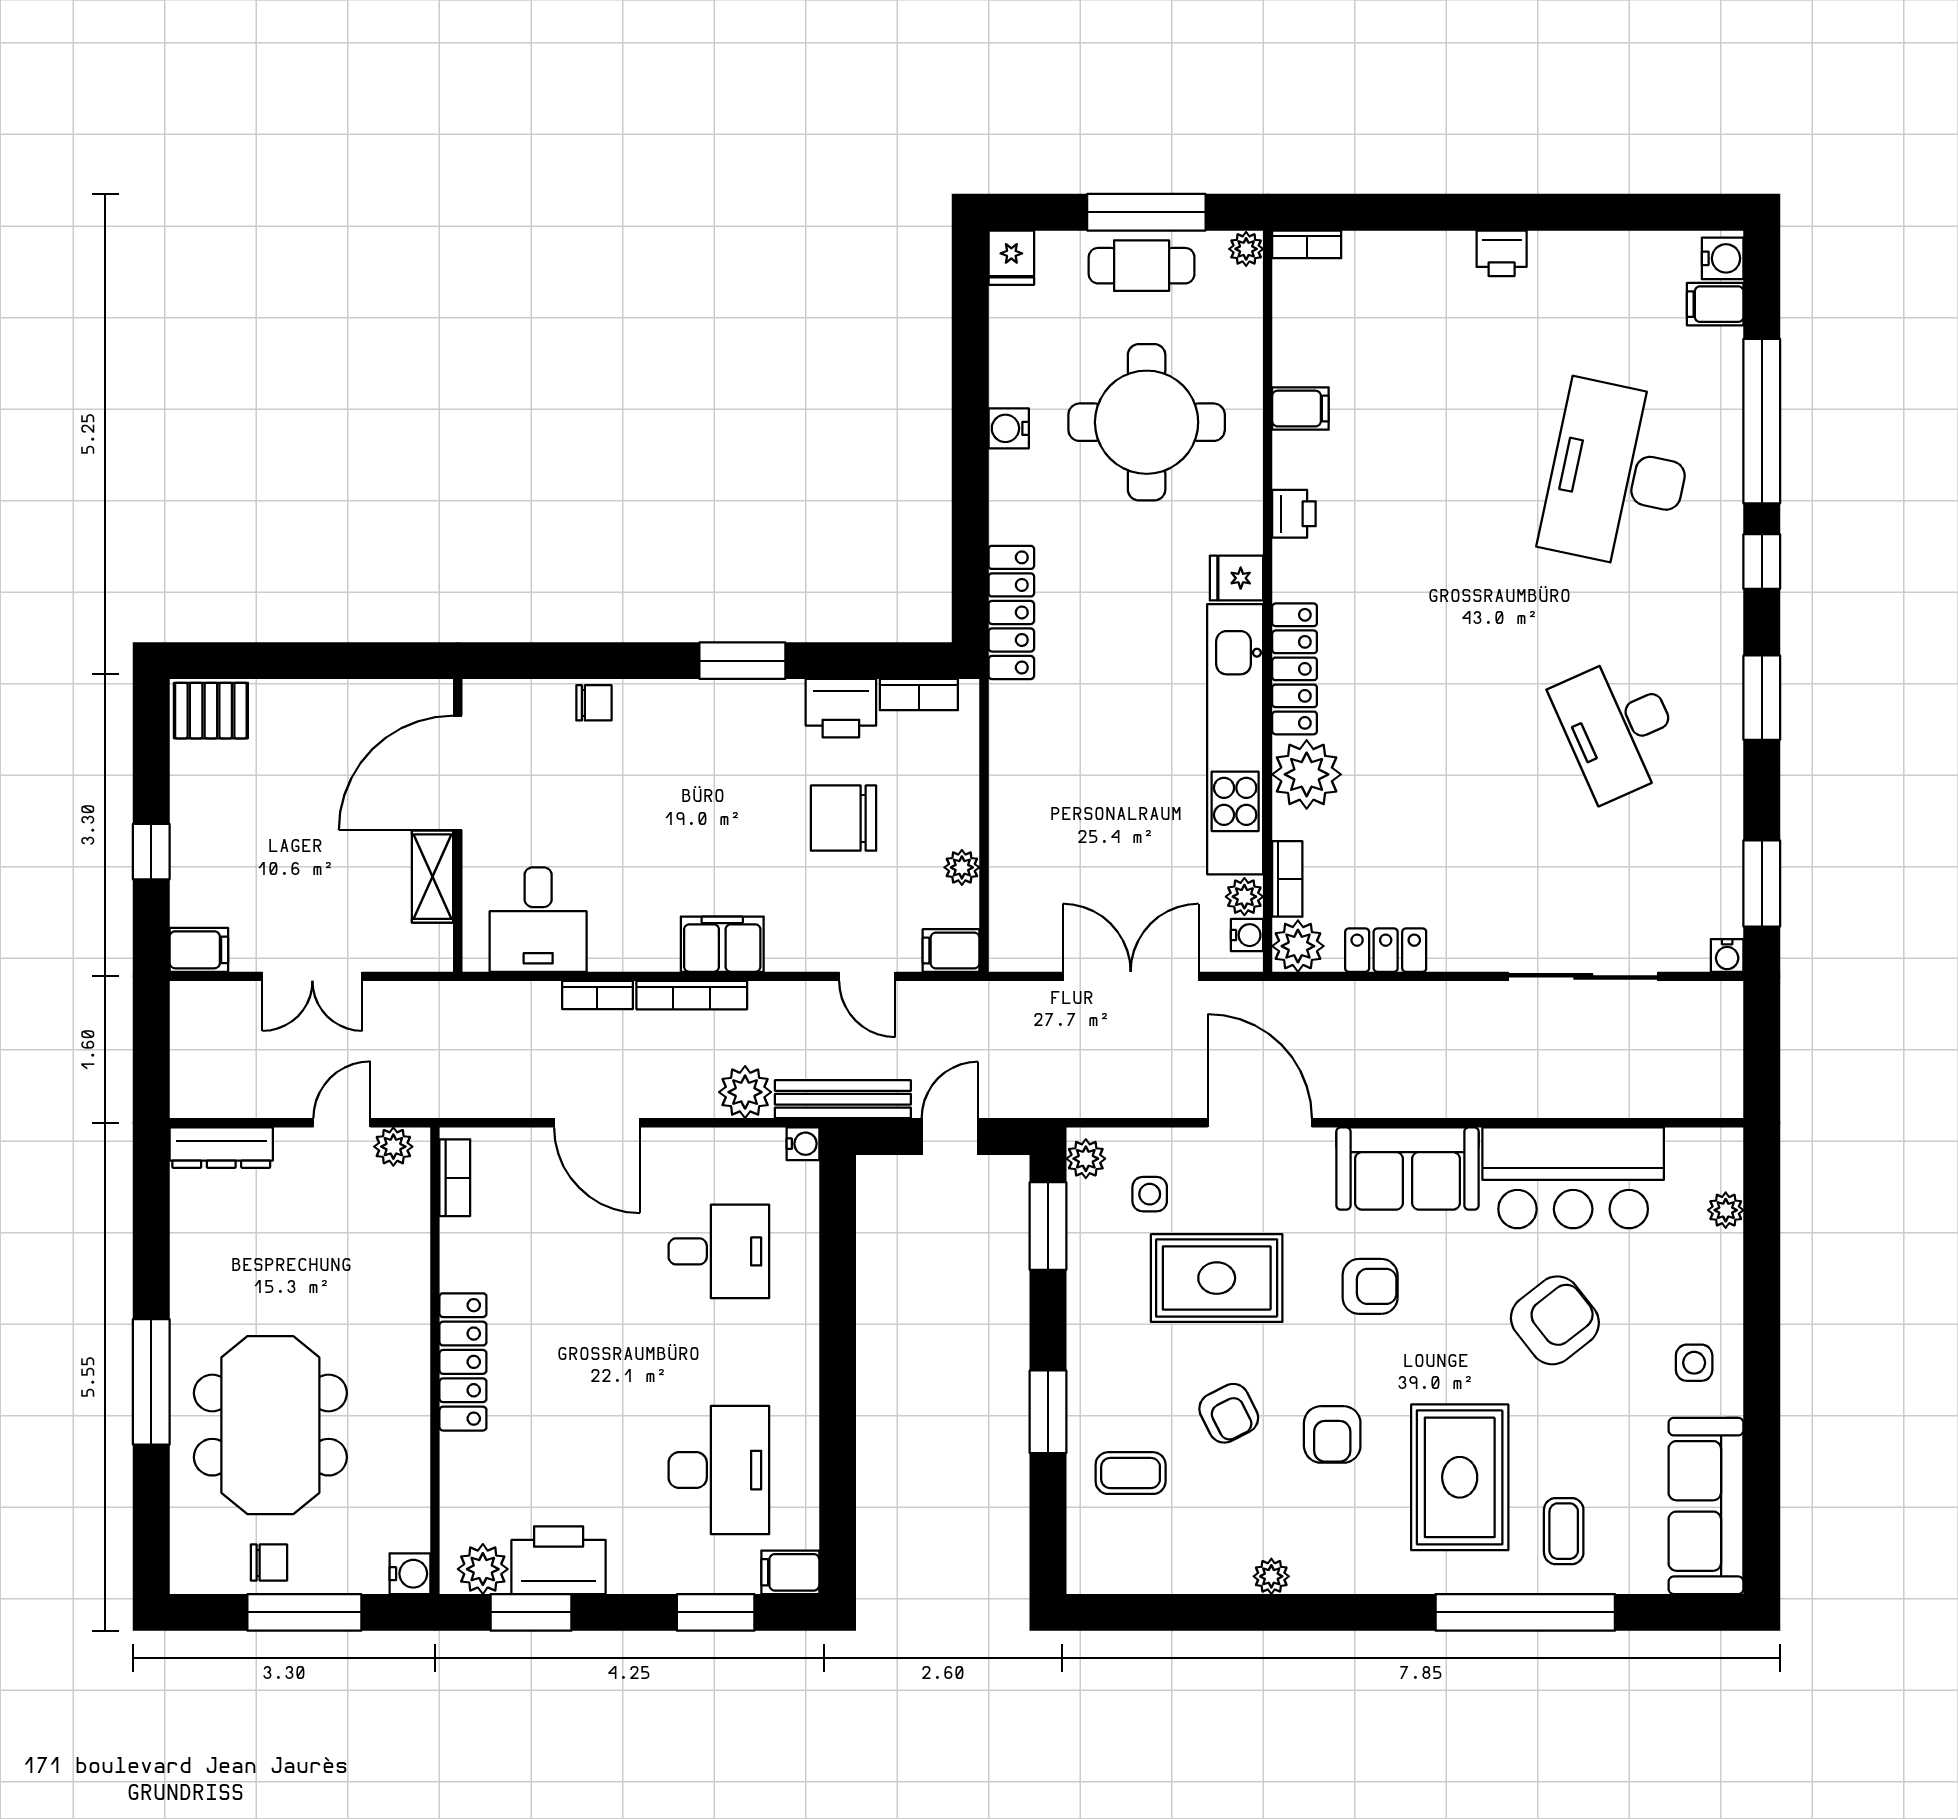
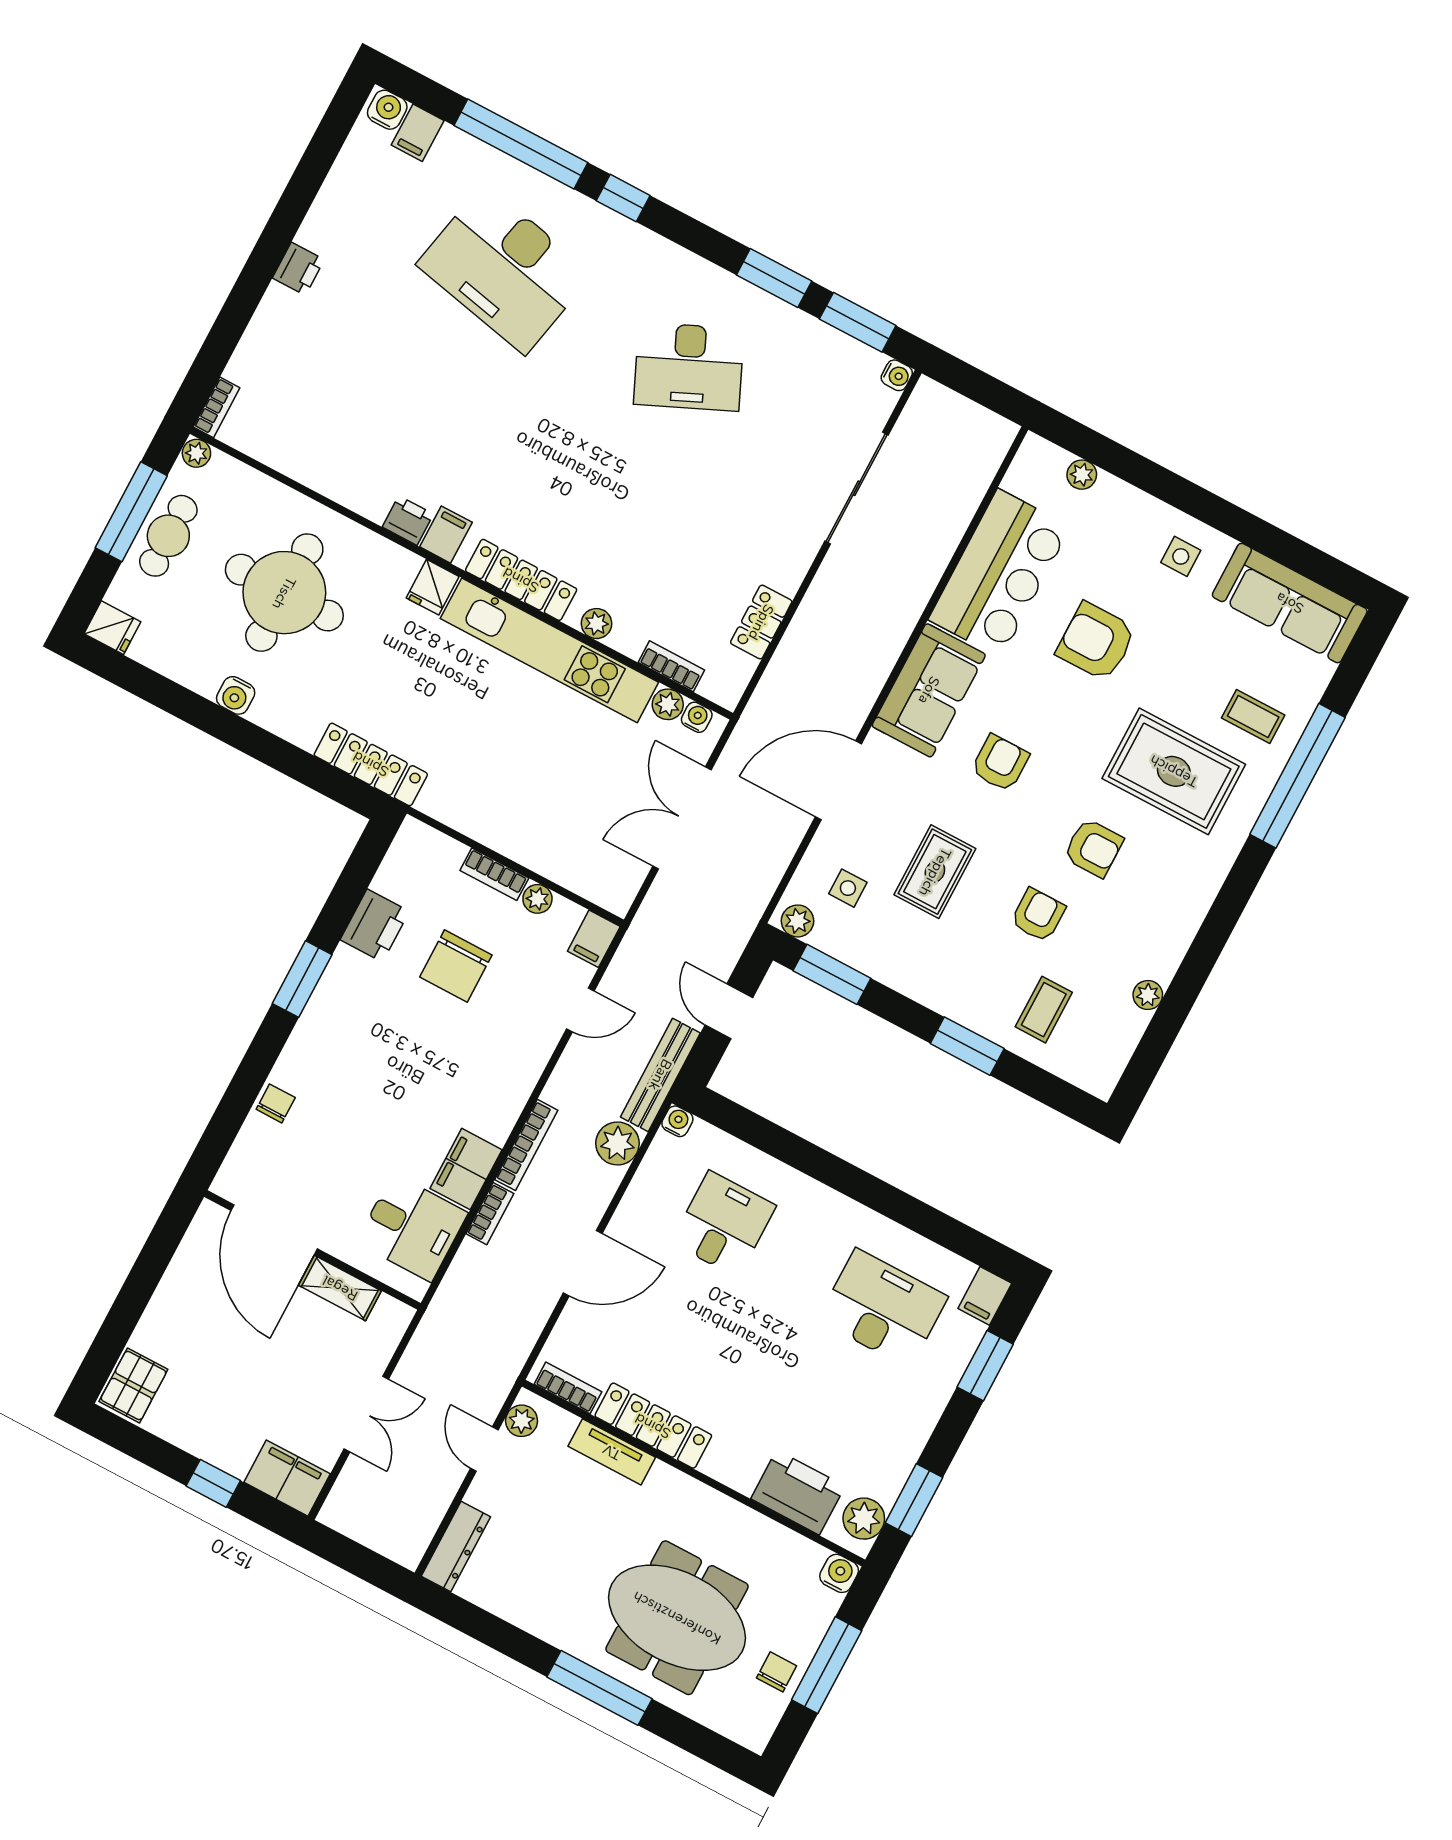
filing cabinet: (1300, 409) -> (446, 535), moved
bookcase: (919, 695) -> (494, 874), moved, turned 90
window: (1762, 698) -> (774, 278), moved
plant: (1307, 774) -> (596, 624), width x0.53, depth x0.53
filing cabinet: (722, 944) -> (466, 1169), moved
plant: (1298, 946) -> (724, 684), removed
filing cabinet: (199, 950) -> (287, 1478), width x2.00
tv unit: (411, 1261) -> (612, 1452), added
rug: (1217, 1278) -> (935, 872), width x0.73, depth x0.70
armchair: (1555, 1320) -> (1096, 642), turned -52
locker: (463, 1362) -> (653, 1426), moved
armchair: (1229, 1413) -> (1038, 915), turned -63
printer: (559, 1560) -> (798, 1492), moved, turned 90
plant: (1271, 1576) -> (1148, 995), moved

